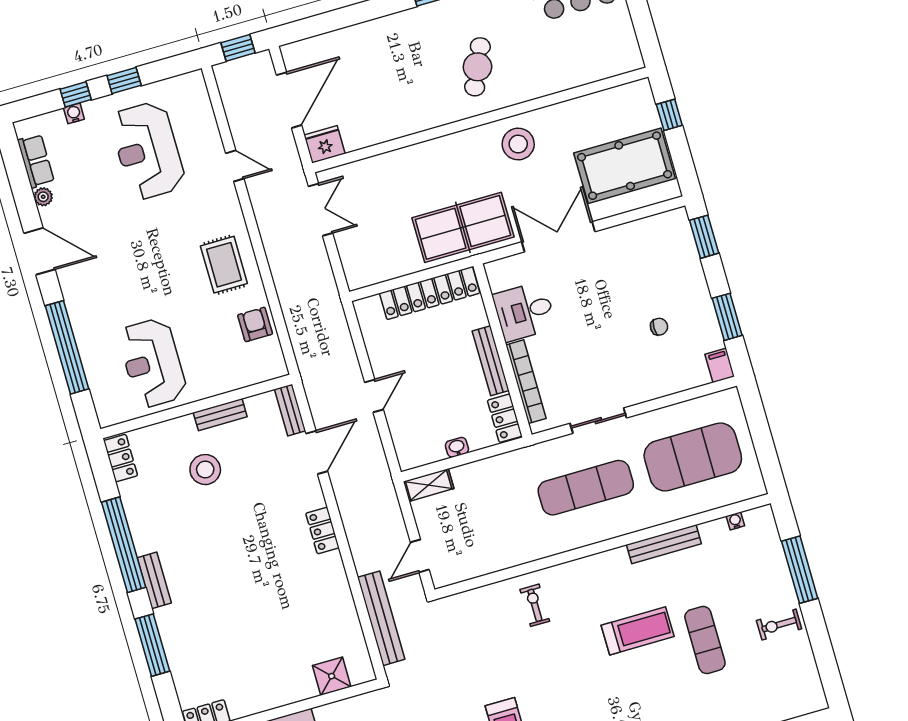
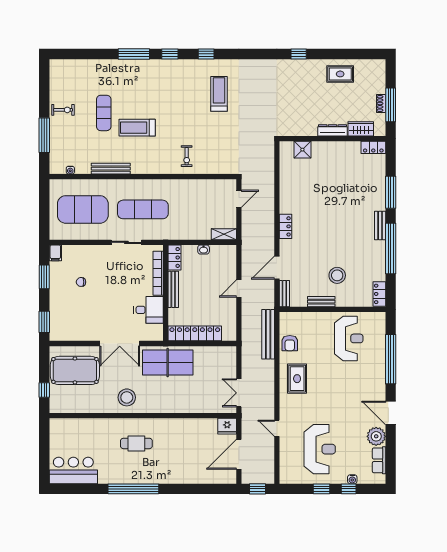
cafe table: (477, 67) -> (136, 443), turned 66
plant: (43, 197) -> (376, 436), width x1.88, depth x1.88
bench: (381, 618) -> (268, 334), moved

